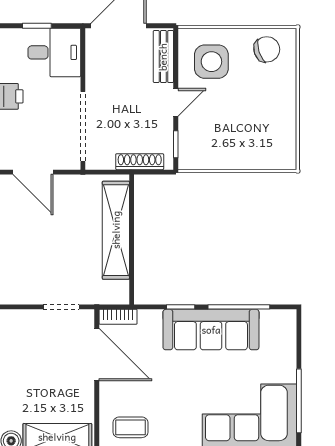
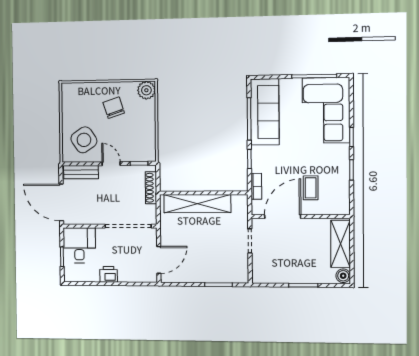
chair: (267, 49) -> (114, 108), moved
side table: (211, 62) -> (84, 140), turned -34
plant: (283, 156) -> (146, 90), added
bookcase: (118, 317) -> (256, 186), moved
sofa: (211, 330) -> (265, 112), moved
coffee table: (130, 427) -> (311, 188), moved

